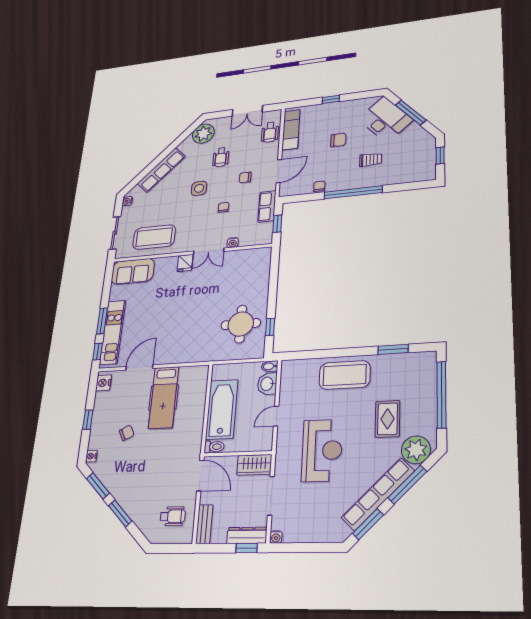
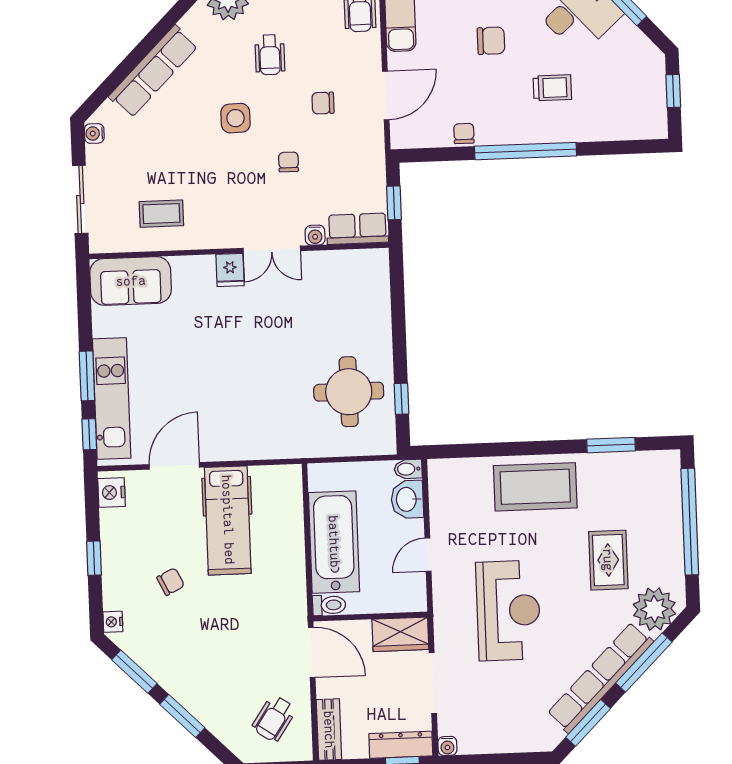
row of seats: (267, 206) -> (357, 229), moved, turned 90
coffee table: (154, 237) -> (161, 214), width x0.54, depth x0.58
wheelchair: (173, 516) -> (274, 719), turned 124

